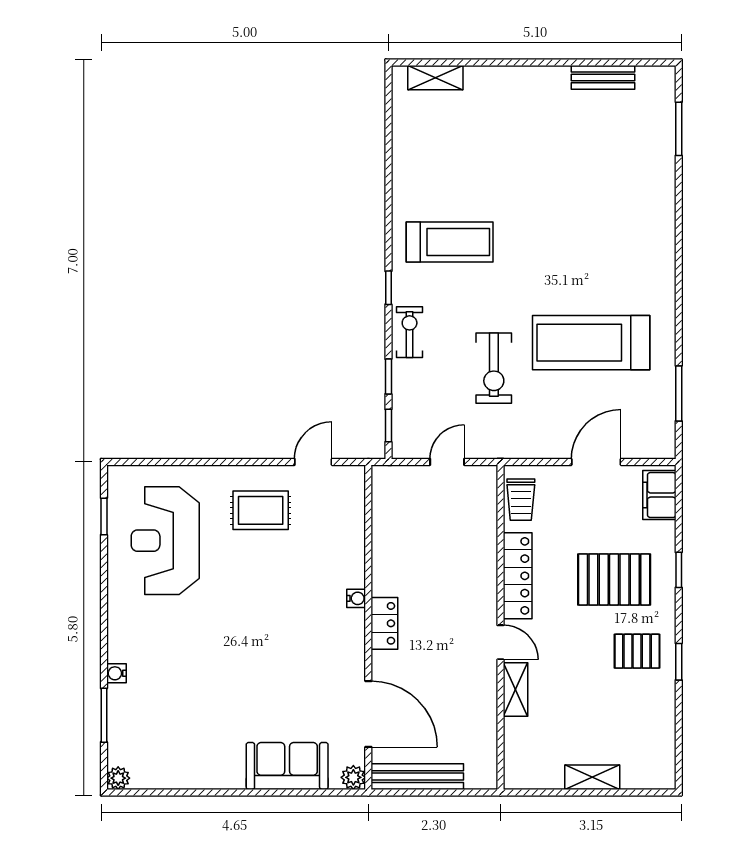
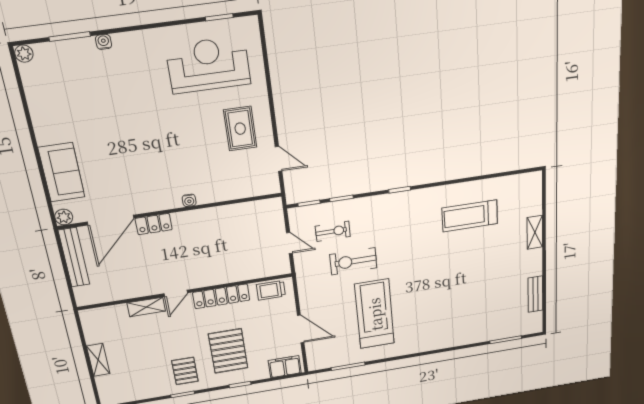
shelving: (435, 78) -> (535, 232), moved
treadmill: (450, 242) -> (470, 216), moved, turned 90
exercise bike: (410, 332) -> (333, 231), moved
locker: (384, 623) -> (154, 224), moved

